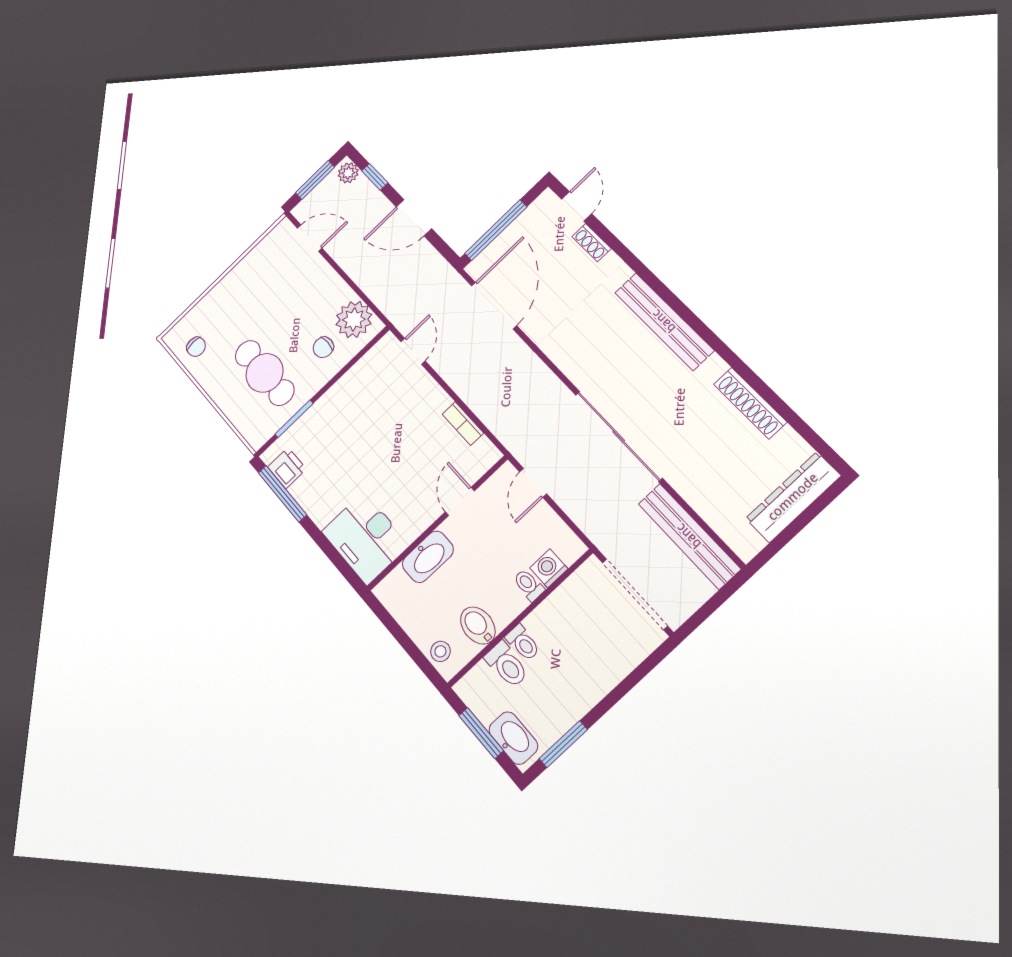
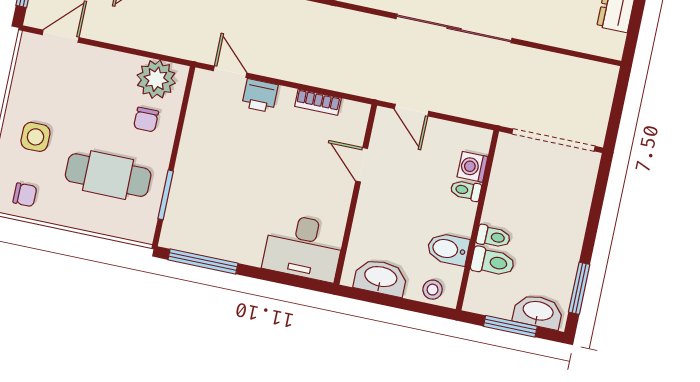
side table: (236, 306) -> (35, 137), added
printer: (287, 468) -> (260, 96), moved, turned 180
bench: (689, 536) -> (564, 68), removed
washbasin: (428, 557) -> (381, 277), moved, turned -90

